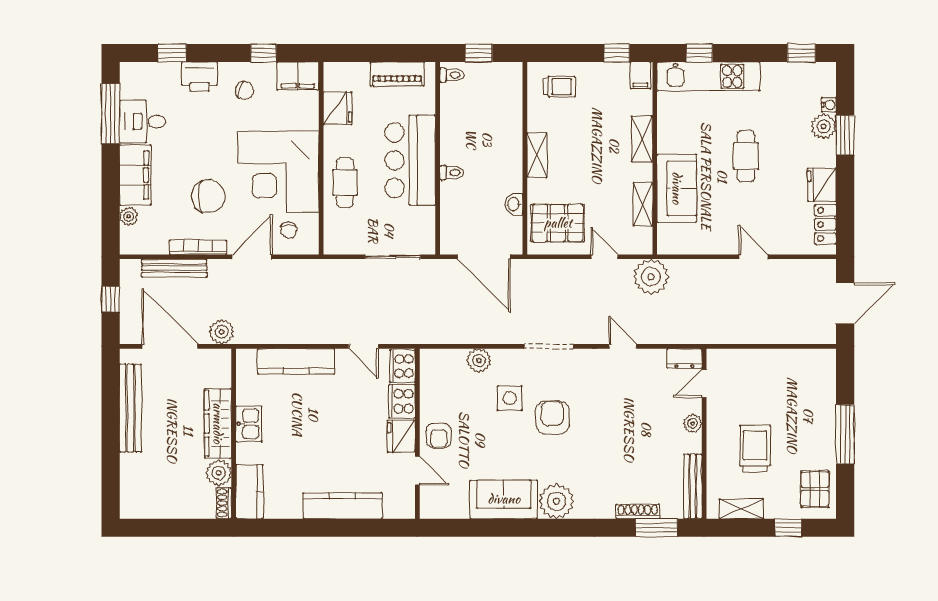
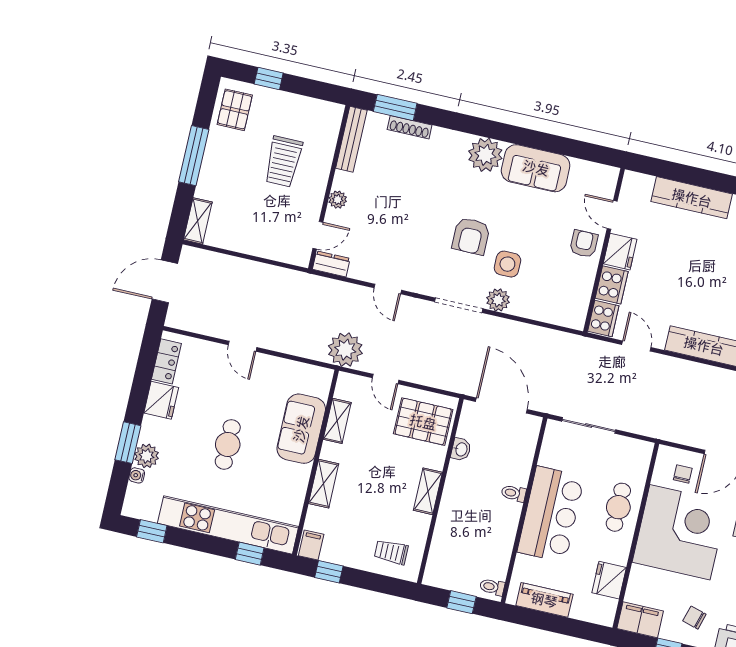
kitchen unit: (709, 76) -> (228, 525), width x1.36
plant: (479, 360) -> (498, 300), moved
shelving: (741, 509) -> (198, 221), moved, turned 90

